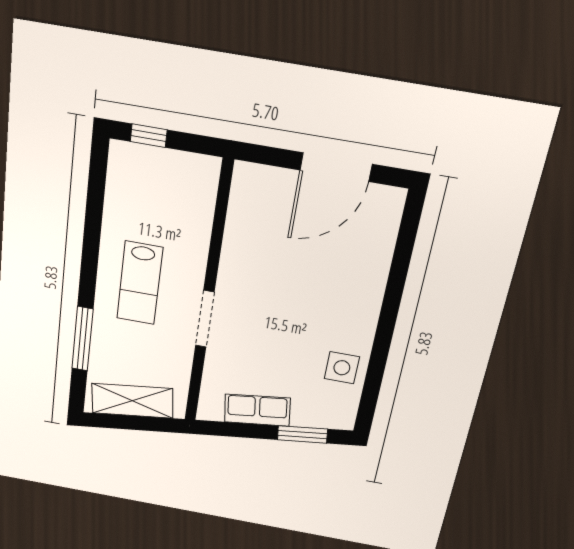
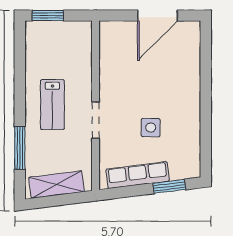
window: (149, 136) -> (48, 16), width x1.50
side table: (342, 368) -> (151, 128), moved
row of seats: (257, 410) -> (138, 175), width x1.48

